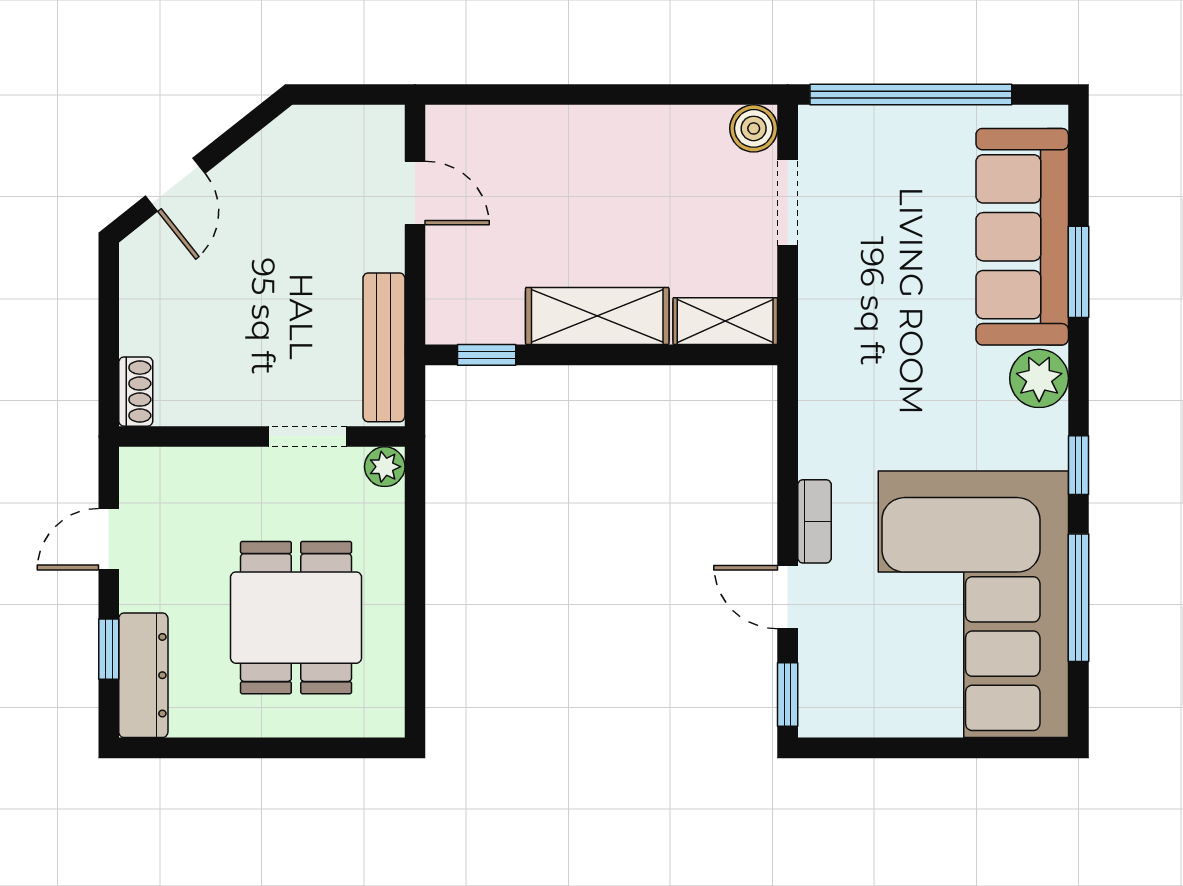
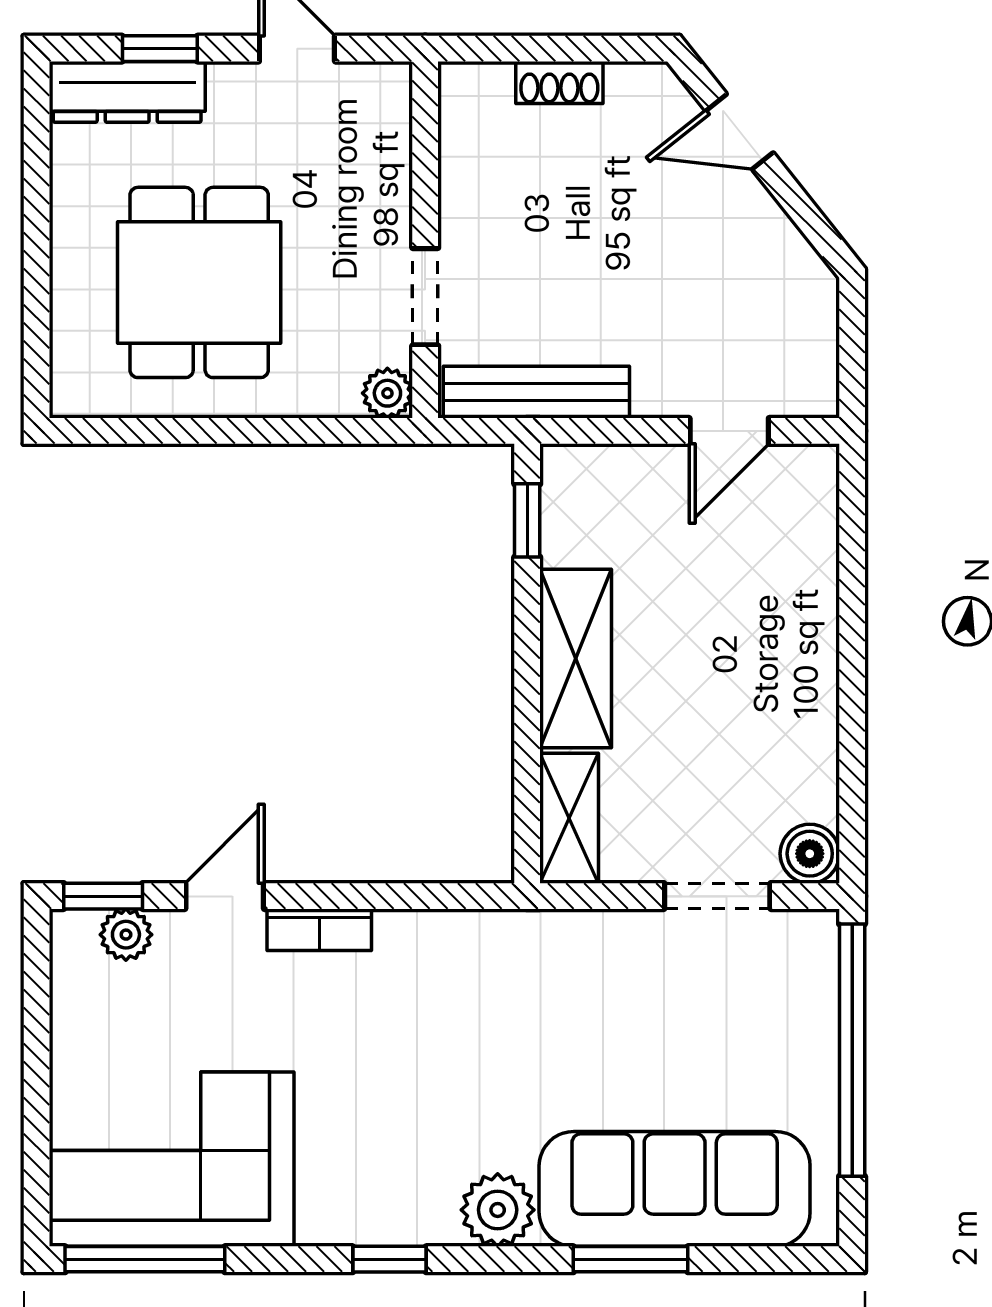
shoe rack: (136, 392) -> (559, 82), moved
window: (1079, 598) -> (145, 1259), moved
corner sofa: (973, 604) -> (172, 1159), width x0.73, depth x0.74
dining table: (296, 618) -> (199, 282), turned 90
plant: (818, 676) -> (126, 935), added

